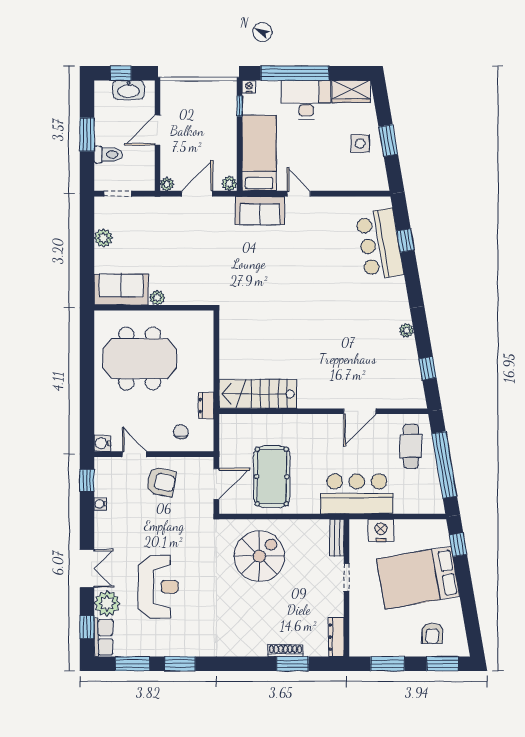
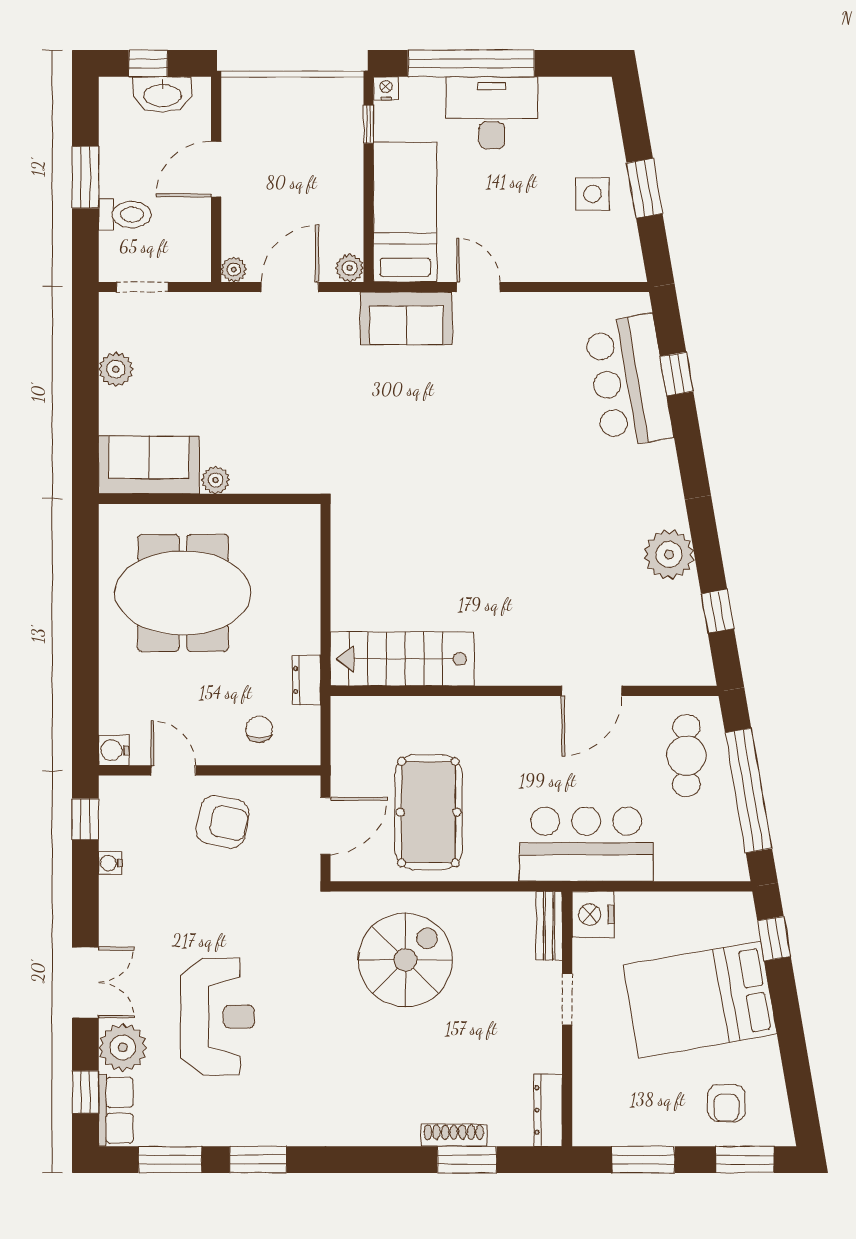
wardrobe: (351, 91) -> (576, 97), removed
plant: (406, 330) -> (669, 554), width x1.88, depth x1.88
nightstand: (381, 530) -> (593, 915), moved, turned -90

